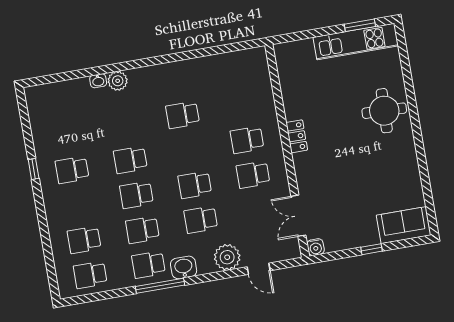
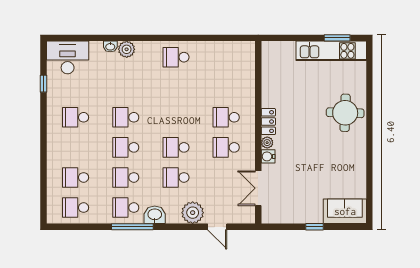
desk: (51, 102) -> (68, 57), added
school desk: (183, 115) -> (176, 57), moved
plant: (300, 161) -> (267, 143), added
window: (34, 169) -> (43, 84), moved
water cooler: (316, 247) -> (268, 156), moved, turned 90

